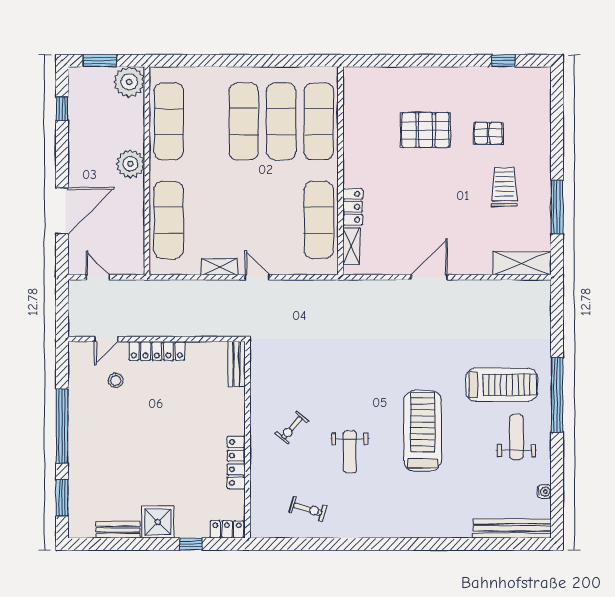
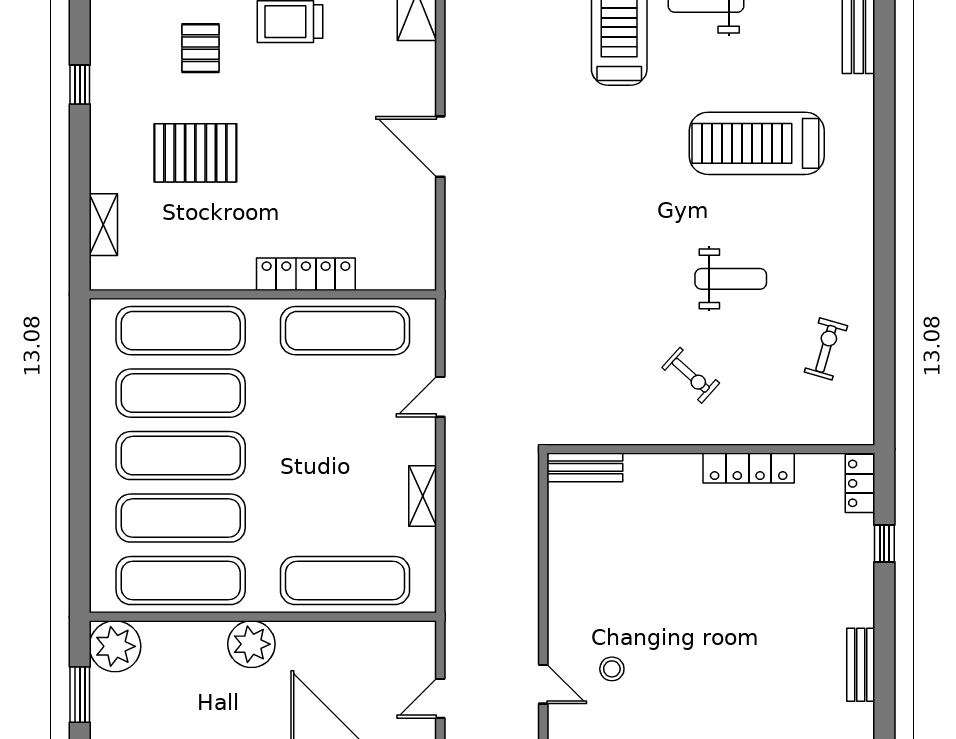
window: (503, 61) -> (80, 85), moved
exercise mat: (206, 121) -> (181, 518), added
pallet: (426, 130) -> (195, 153), turned 90
locker: (353, 207) -> (306, 274), width x1.53
shelving: (351, 246) -> (103, 225), moved, turned 90
door: (257, 277) -> (440, 397), moved
locker: (157, 351) -> (563, 600), removed
treadmill: (423, 431) -> (757, 143), moved
shower: (158, 522) -> (848, 598), removed

